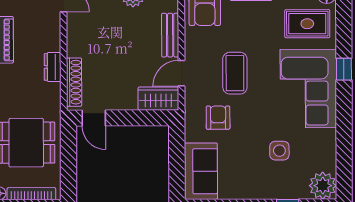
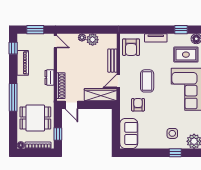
wardrobe: (158, 99) -> (101, 95), width x1.50
side table: (279, 151) -> (172, 133), moved
window: (69, 173) -> (58, 134), added

